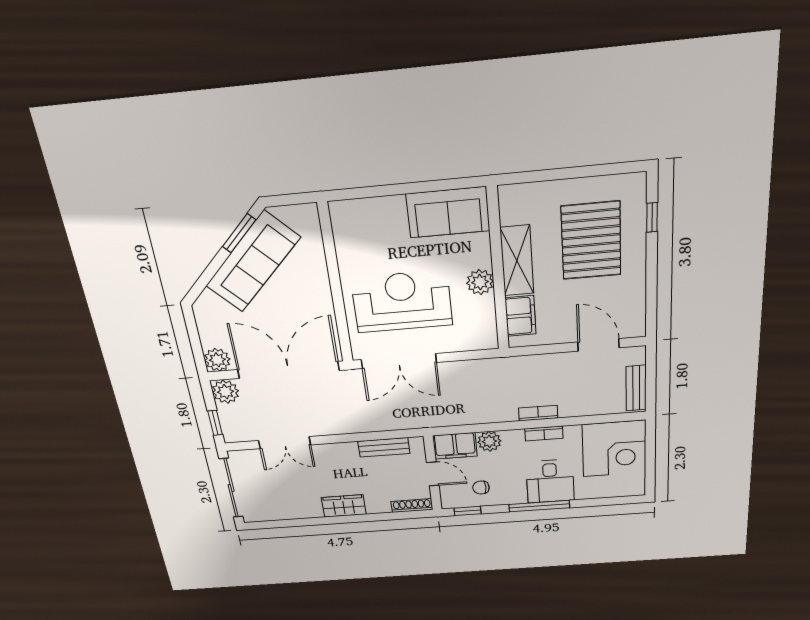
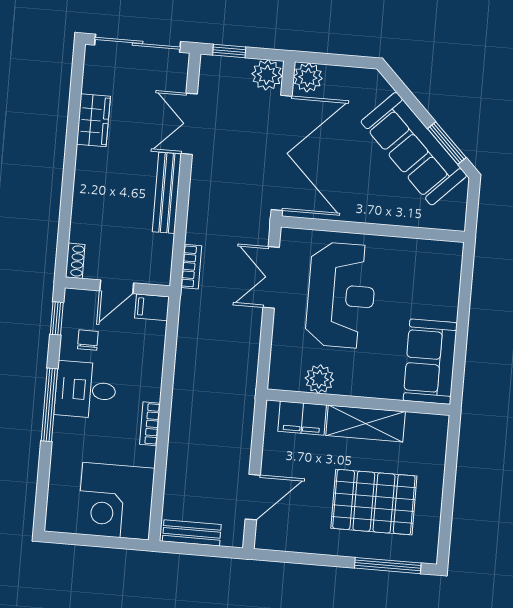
window: (652, 217) -> (388, 566), width x2.17
plant: (480, 282) -> (319, 379), moved
double door: (399, 361) -> (271, 277), width x0.73
bookcase: (538, 413) -> (191, 267), moved
plant: (489, 441) -> (150, 360), removed
filing cabinet: (455, 446) -> (152, 307), width x0.50
bench: (384, 447) -> (167, 193), moved, width x1.36
desk: (550, 481) -> (86, 390), moved
wardrobe: (344, 506) -> (93, 120), moved
shoe rack: (412, 506) -> (75, 261), width x0.70

